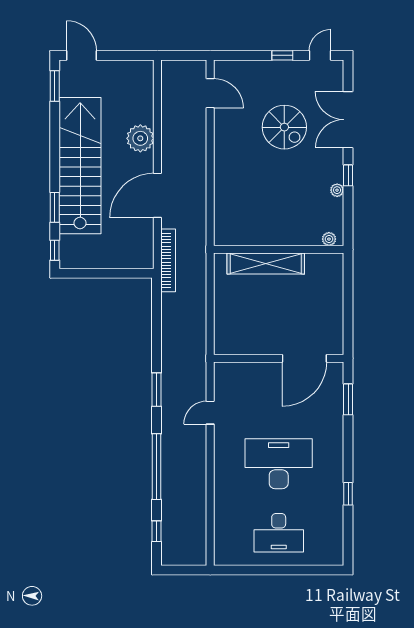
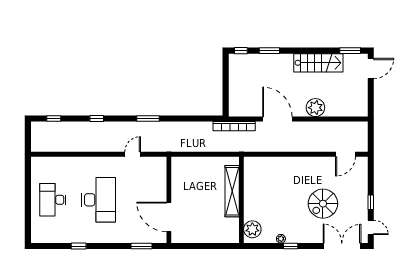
double door: (348, 120) -> (342, 246), moved
stairs: (80, 166) -> (318, 63), width x0.54, depth x0.66
plant: (329, 239) -> (252, 229), width x1.88, depth x1.88
door: (210, 413) -> (133, 154), hinge flipped
window: (157, 467) -> (97, 118), width x0.32

